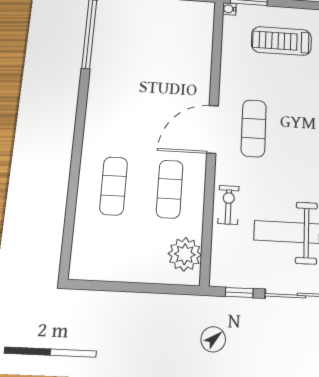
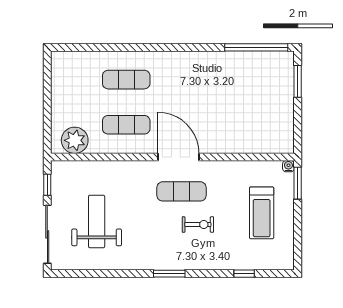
treadmill: (281, 41) -> (262, 213), turned 180
exercise bike: (228, 205) -> (198, 225), moved

